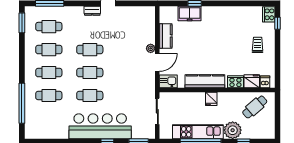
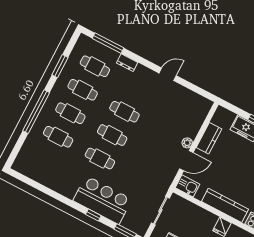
dresser: (92, 11) -> (127, 63), moved
window: (22, 23) -> (60, 66), moved
window: (22, 103) -> (36, 112), moved
bar counter: (100, 126) -> (102, 200), width x0.73

